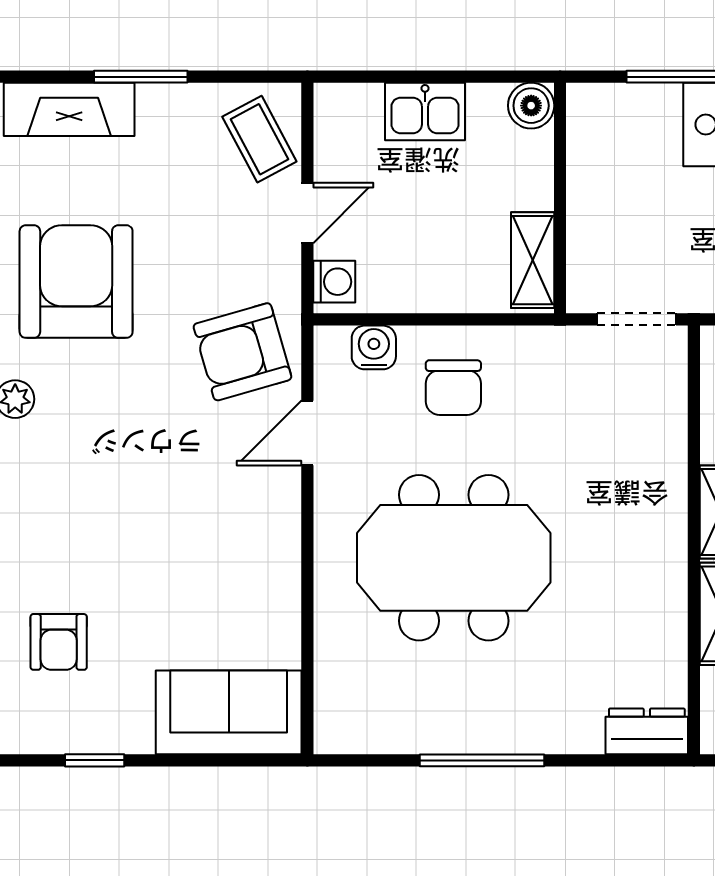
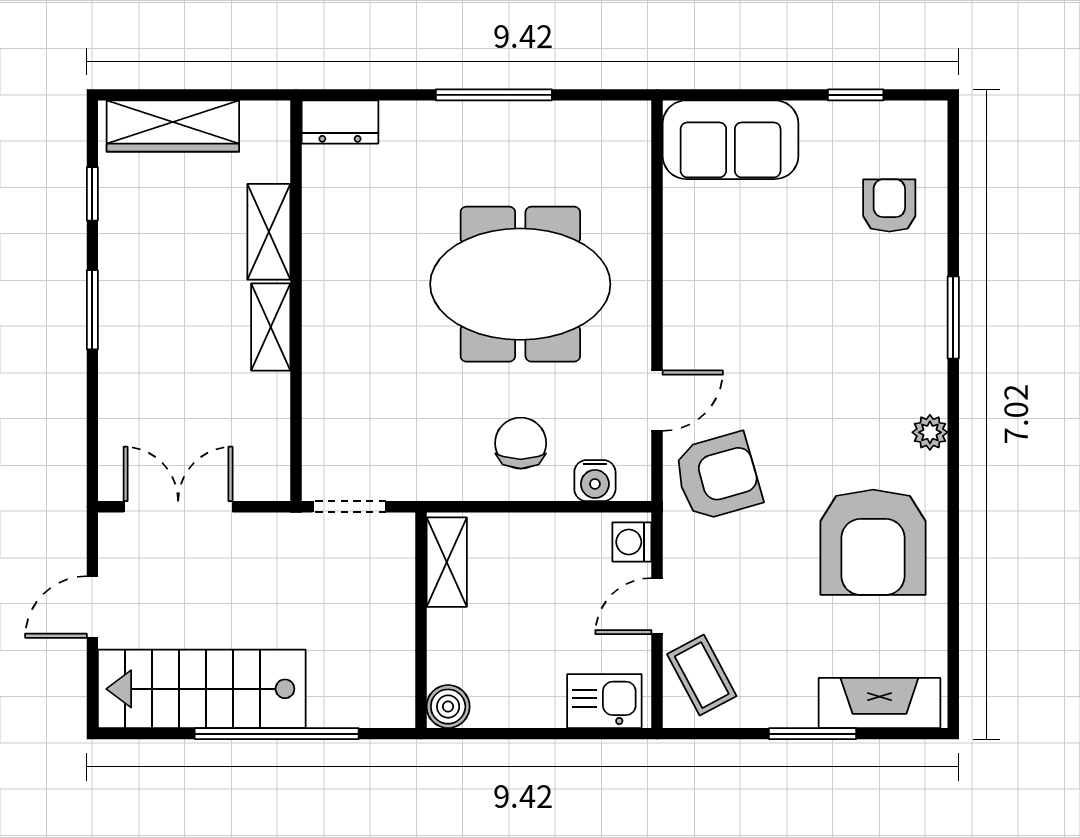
kitchen sink: (425, 111) -> (604, 701), moved

